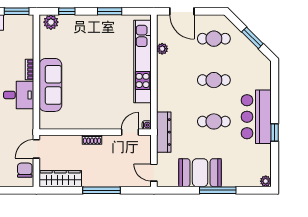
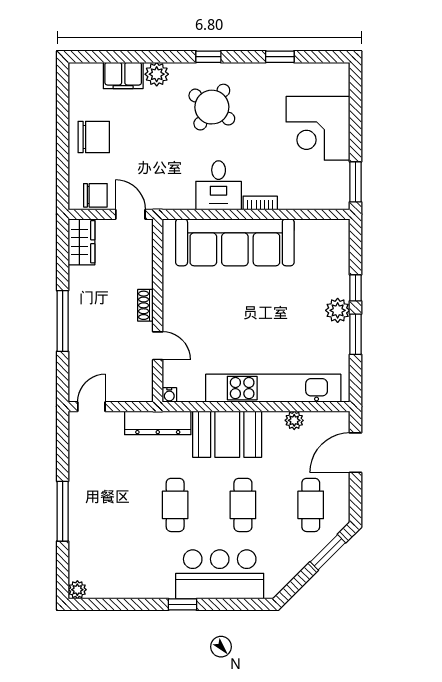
window: (67, 11) -> (355, 288), moved
plant: (51, 22) -> (338, 310), moved
window: (252, 38) -> (328, 552), moved
sofa: (50, 85) -> (235, 242), width x1.36, depth x1.27
bar counter: (256, 117) -> (220, 574), moved
door: (130, 132) -> (158, 346), moved
window: (275, 133) -> (183, 604), moved
booth: (200, 173) -> (227, 434), moved, turned 90
wardrobe: (60, 179) -> (82, 242), width x0.67

